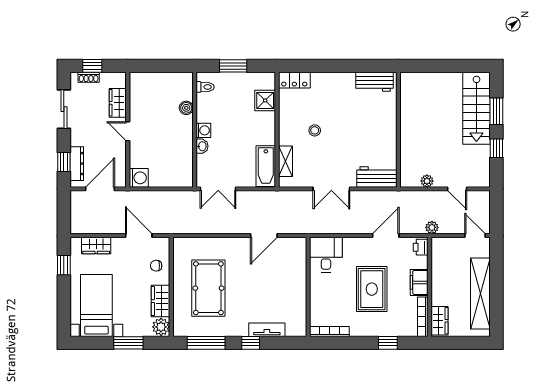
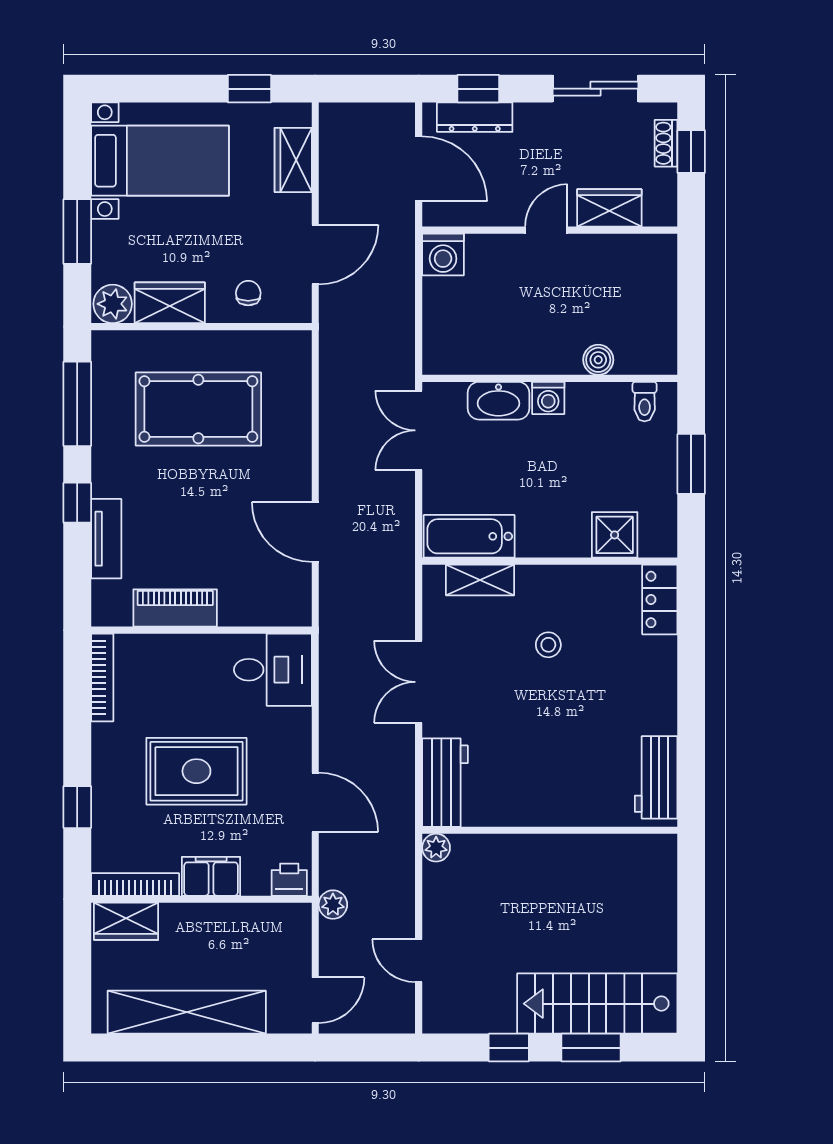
washbasin: (202, 146) -> (498, 401), width x1.91, depth x1.45
plant: (427, 181) -> (436, 848), moved
door: (457, 189) -> (419, 961), hinge flipped
piano: (298, 299) -> (175, 608), added

